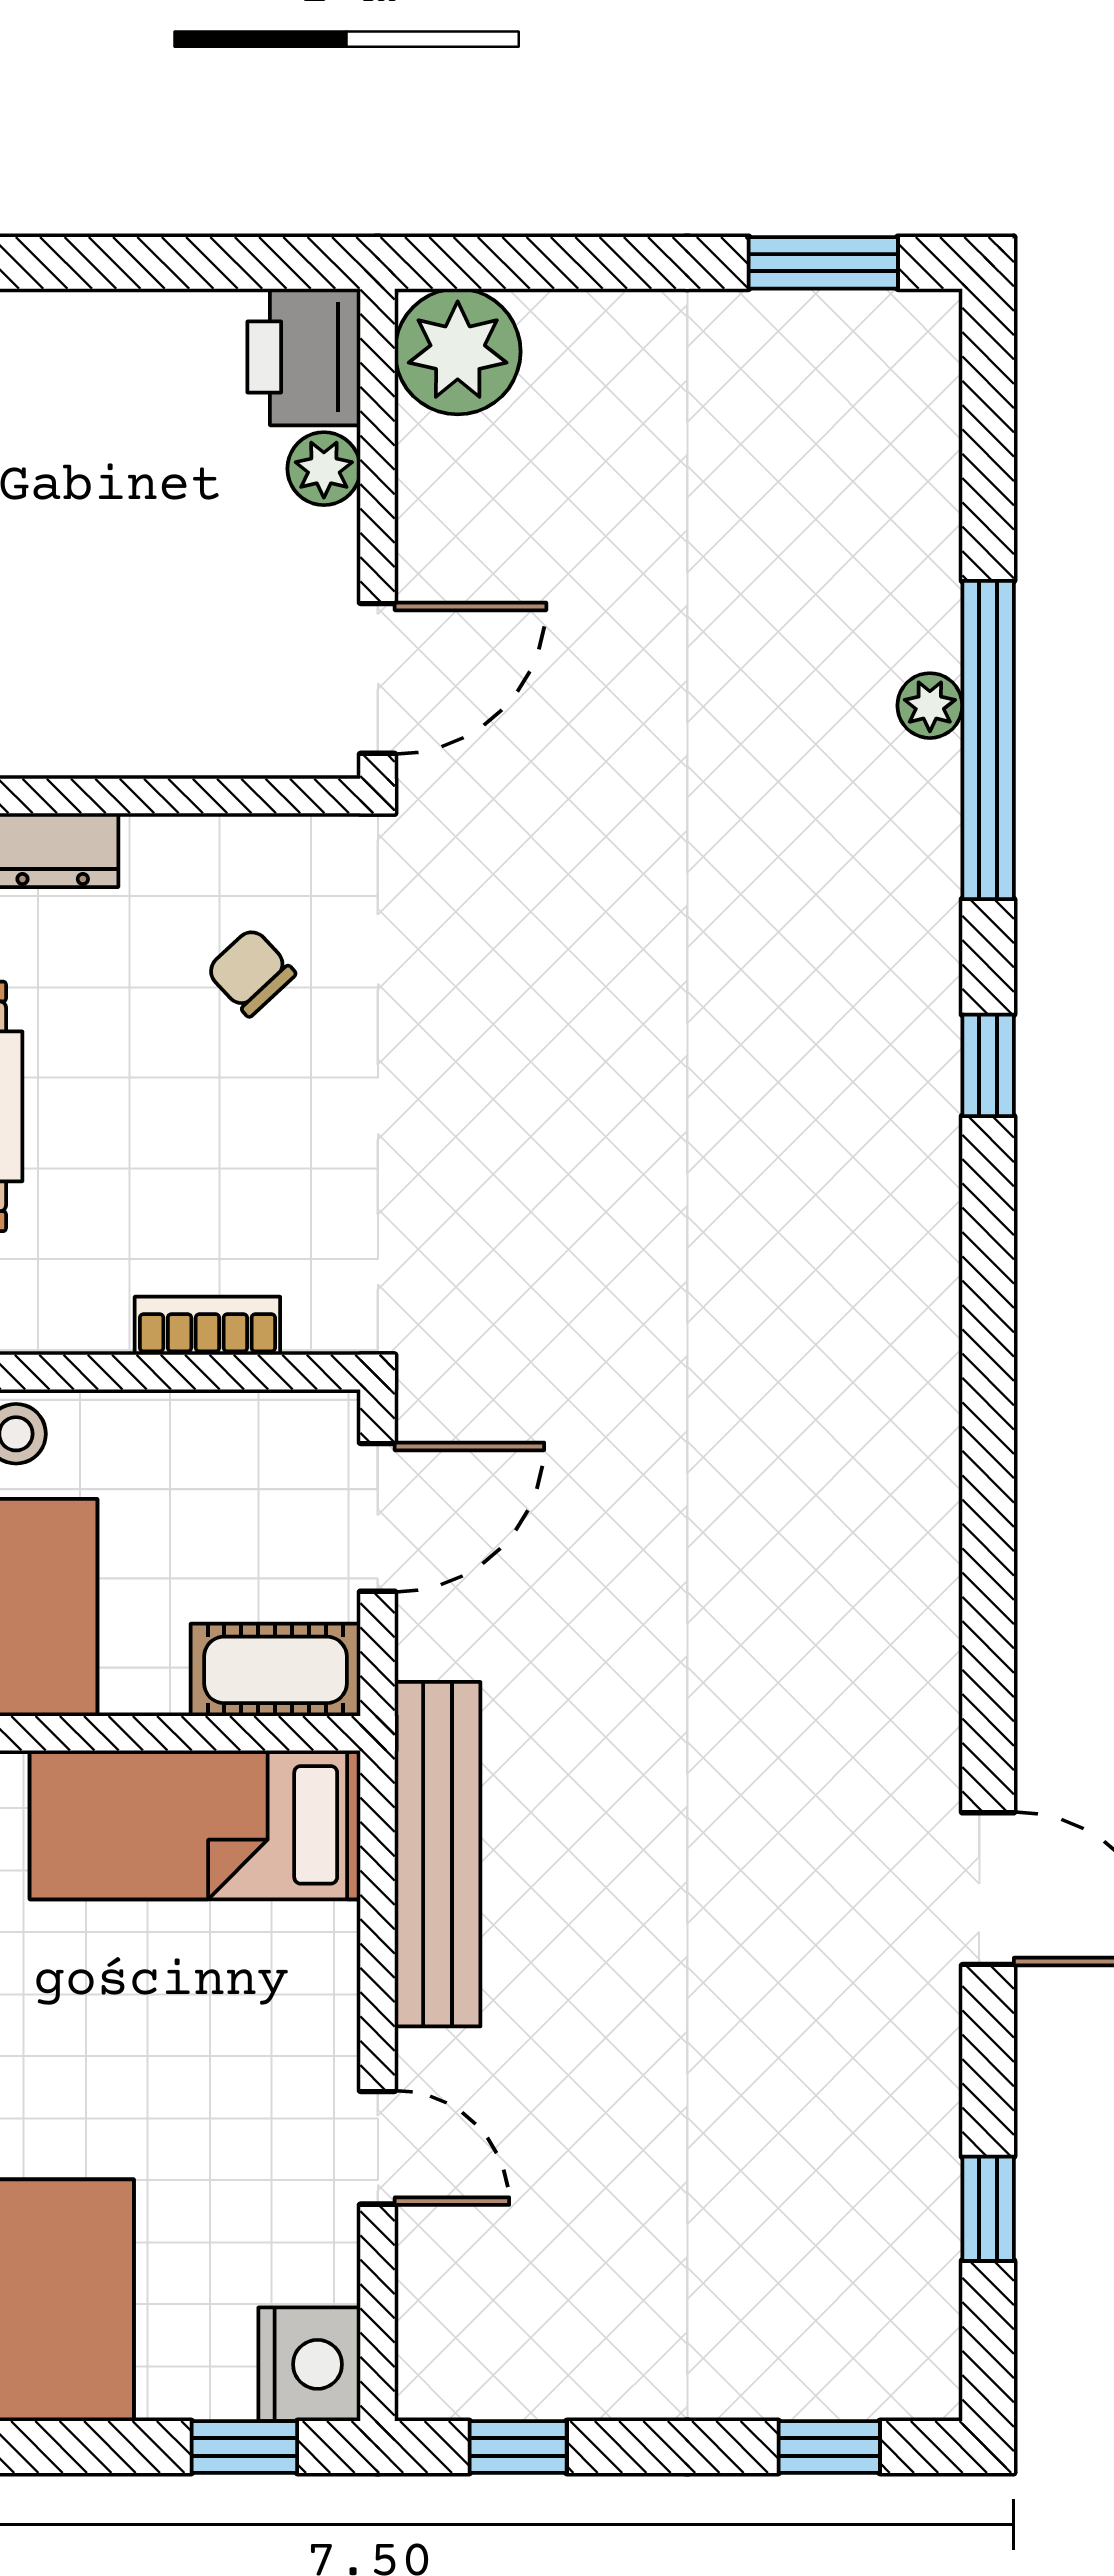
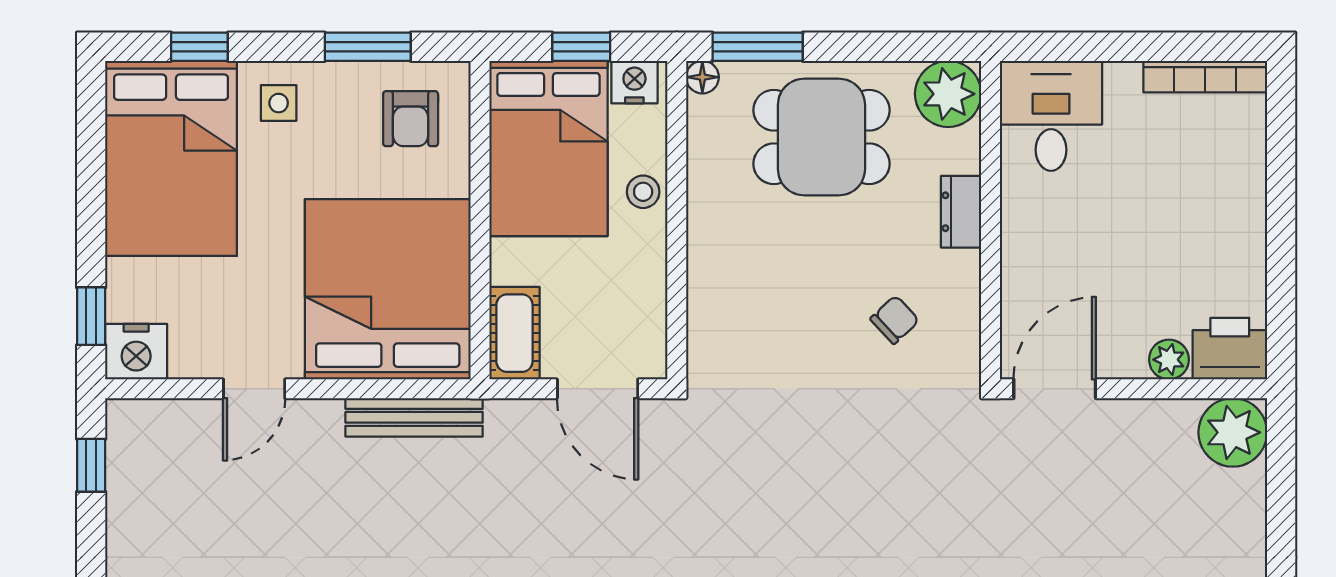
door: (378, 678) -> (1055, 389), swing flipped
bookcase: (207, 1326) -> (702, 296), removed
bed: (195, 1825) -> (388, 289), width x2.04
bench: (438, 1854) -> (414, 417), width x0.73, depth x0.82

